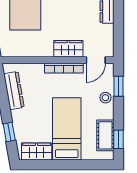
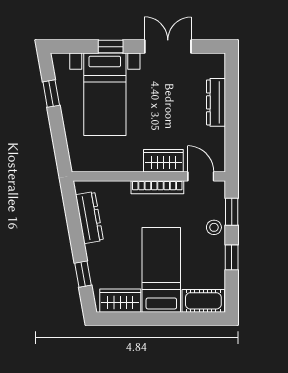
door: (96, 60) -> (201, 176), swing flipped
cot: (105, 135) -> (203, 301), moved, turned 90
window: (118, 139) -> (232, 257), moved

